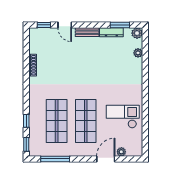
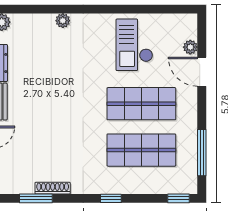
plant: (138, 53) -> (63, 21), moved
window: (26, 55) -> (36, 198), added
window: (26, 121) -> (111, 198), moved

